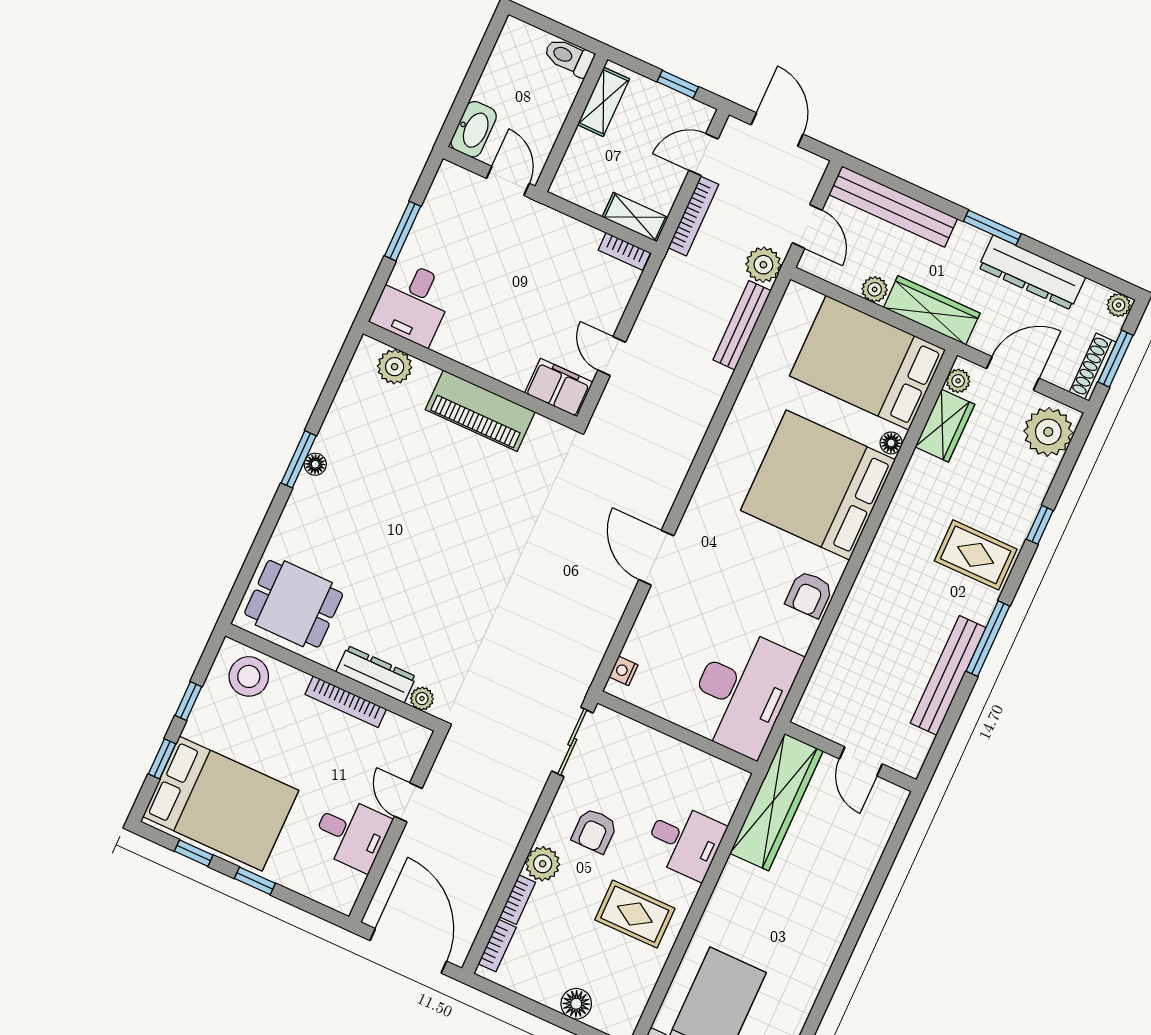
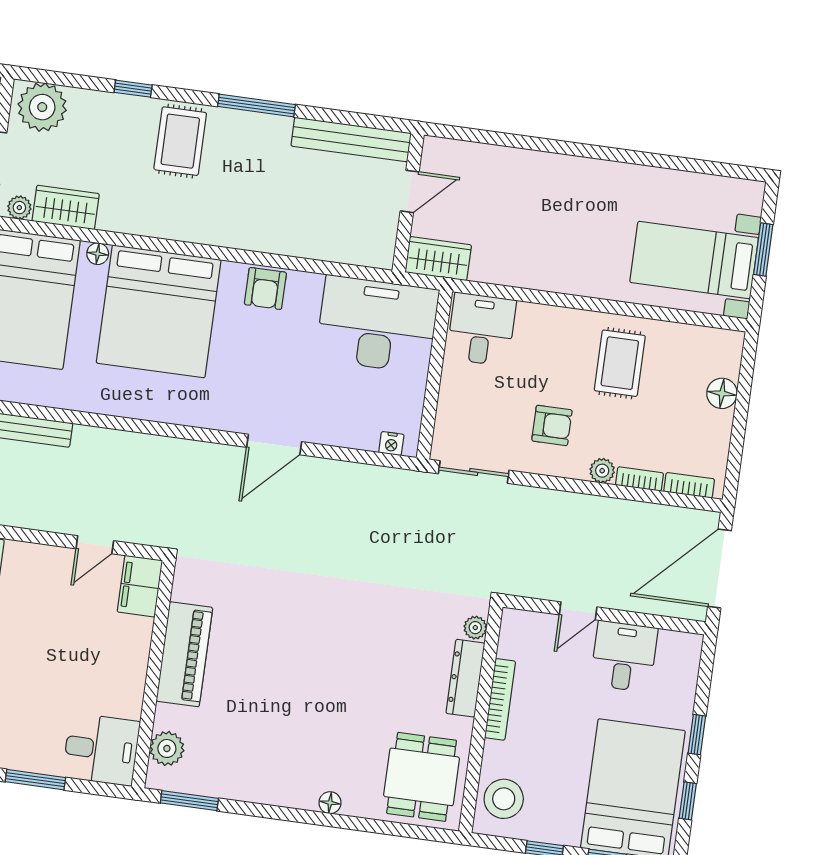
window: (299, 459) -> (189, 801), moved
floor lamp: (315, 464) -> (330, 803), moved
armchair: (809, 594) -> (265, 288), turned 90
bench: (948, 675) -> (351, 140), moved
wardrobe: (776, 802) -> (438, 259), width x0.48, depth x0.85
desk: (685, 841) -> (481, 329), moved
plant: (543, 864) -> (602, 471), width x0.73, depth x0.73

